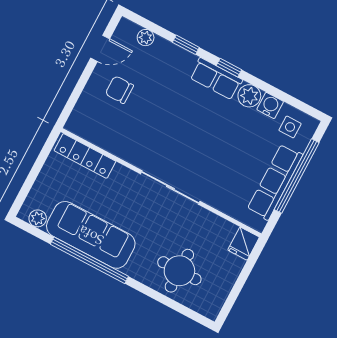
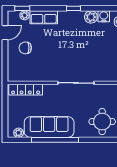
window: (186, 45) -> (22, 8), moved
row of seats: (216, 79) -> (44, 17), moved

